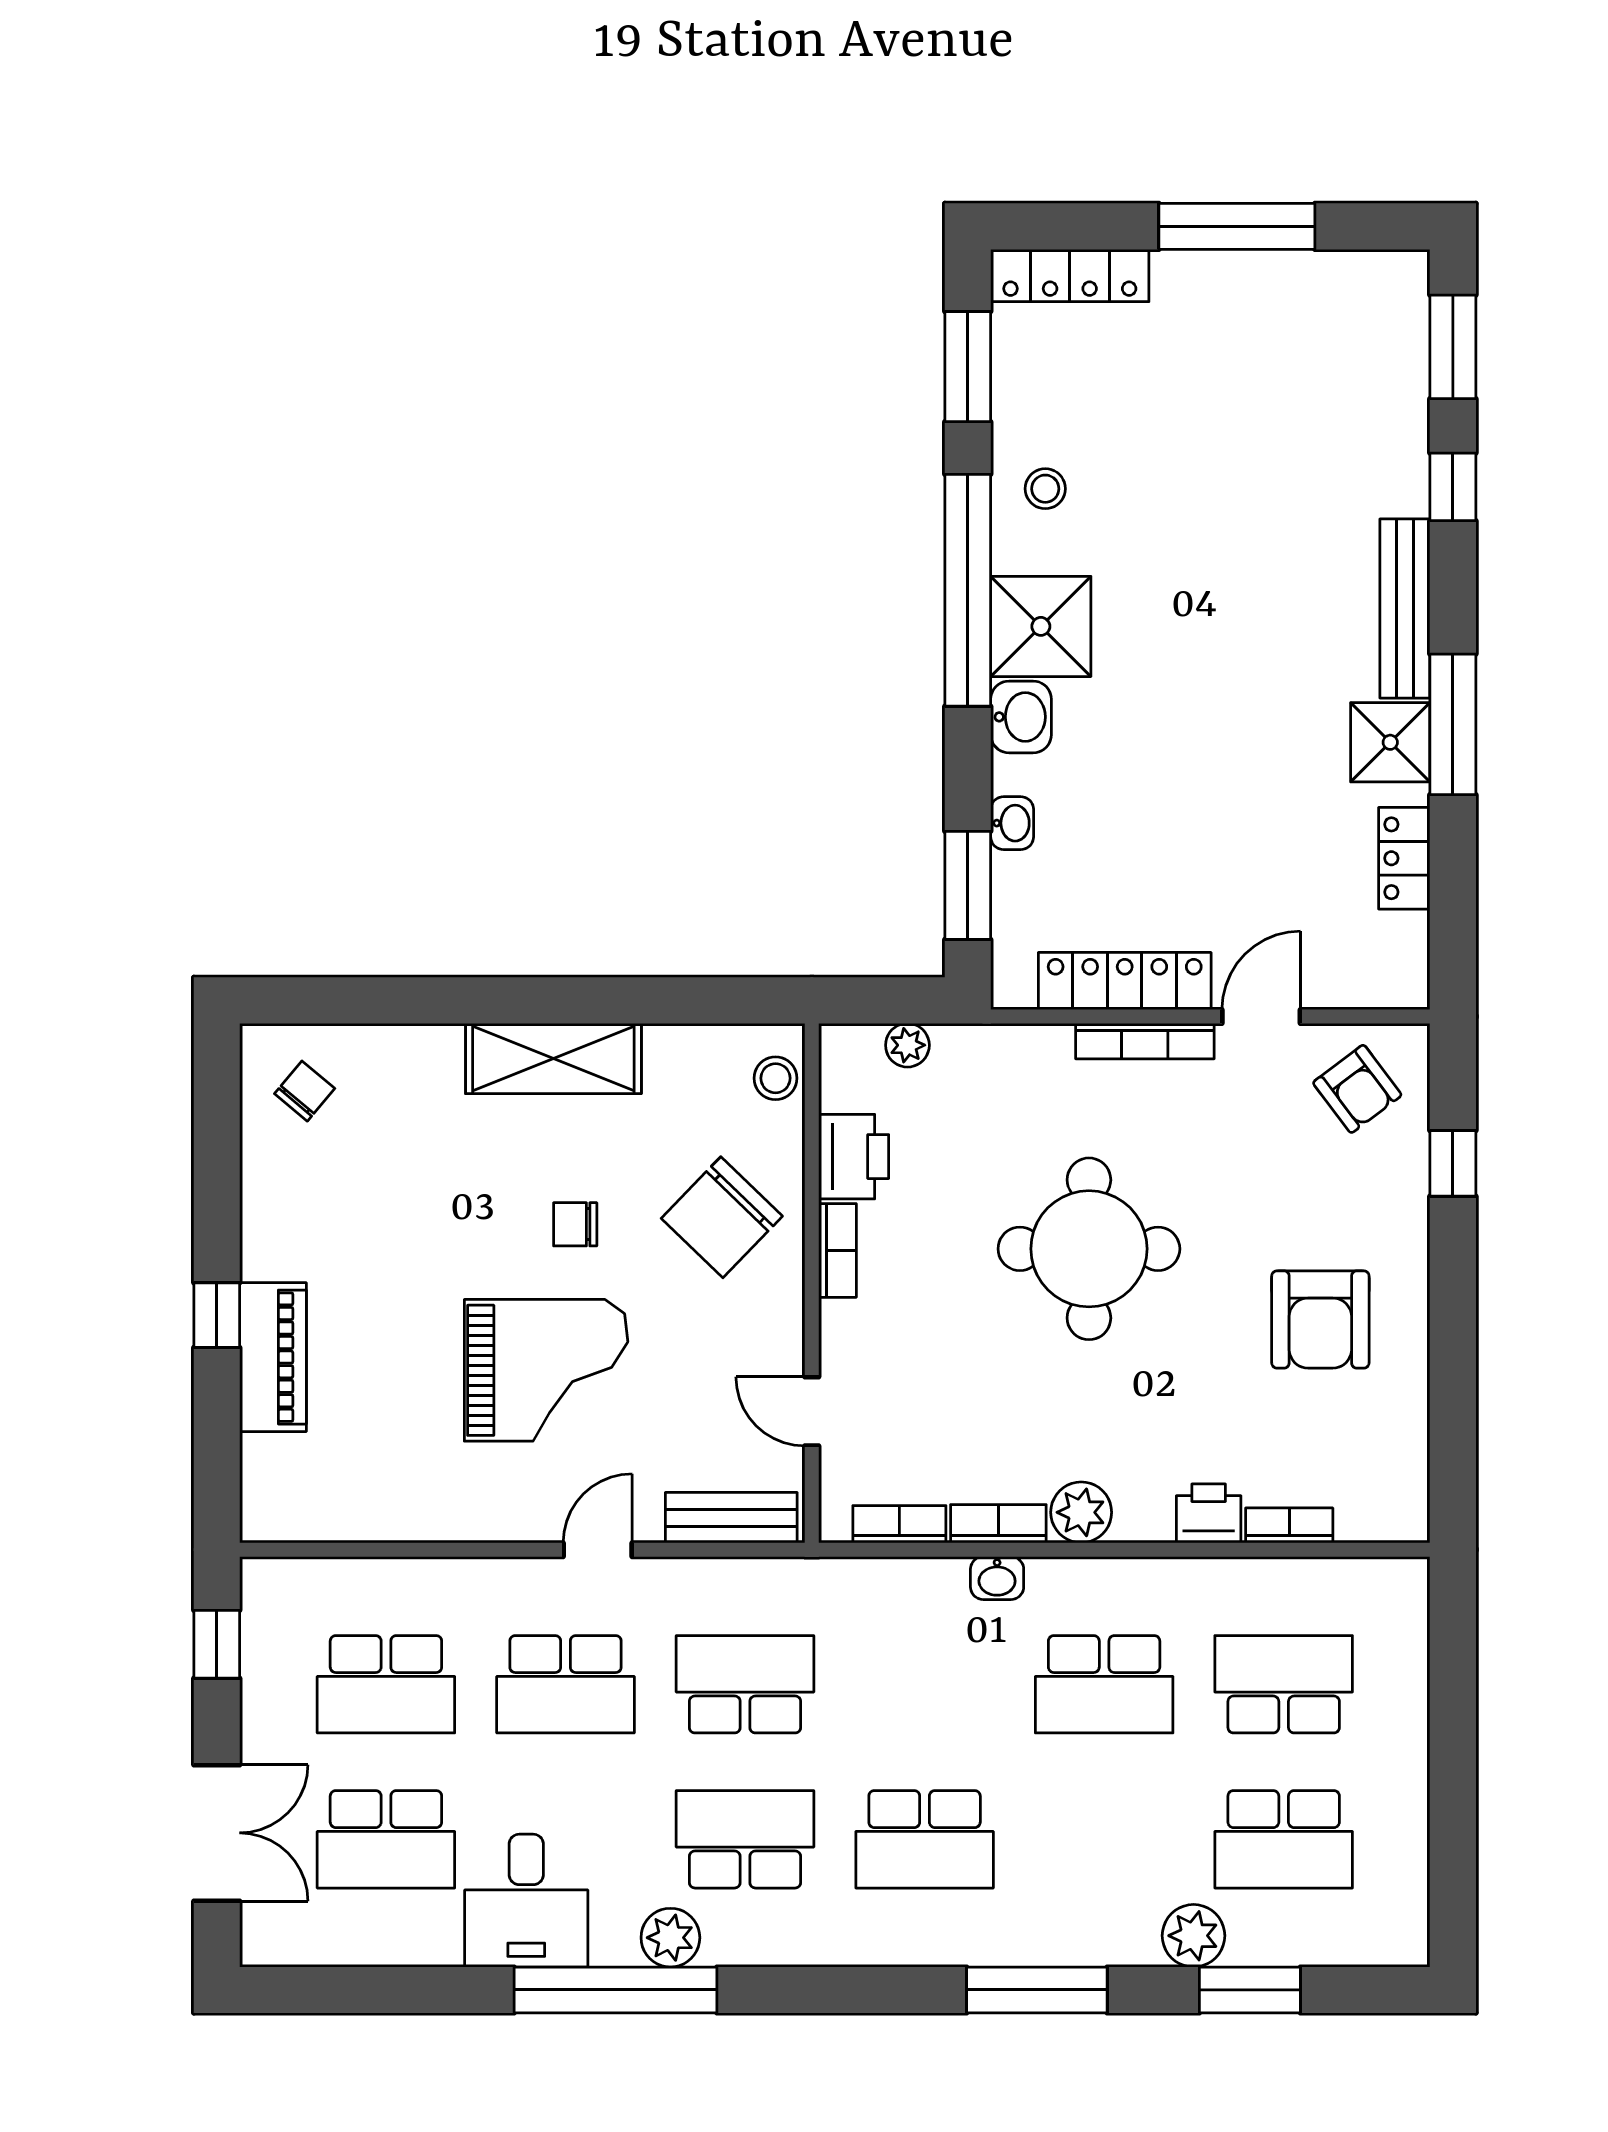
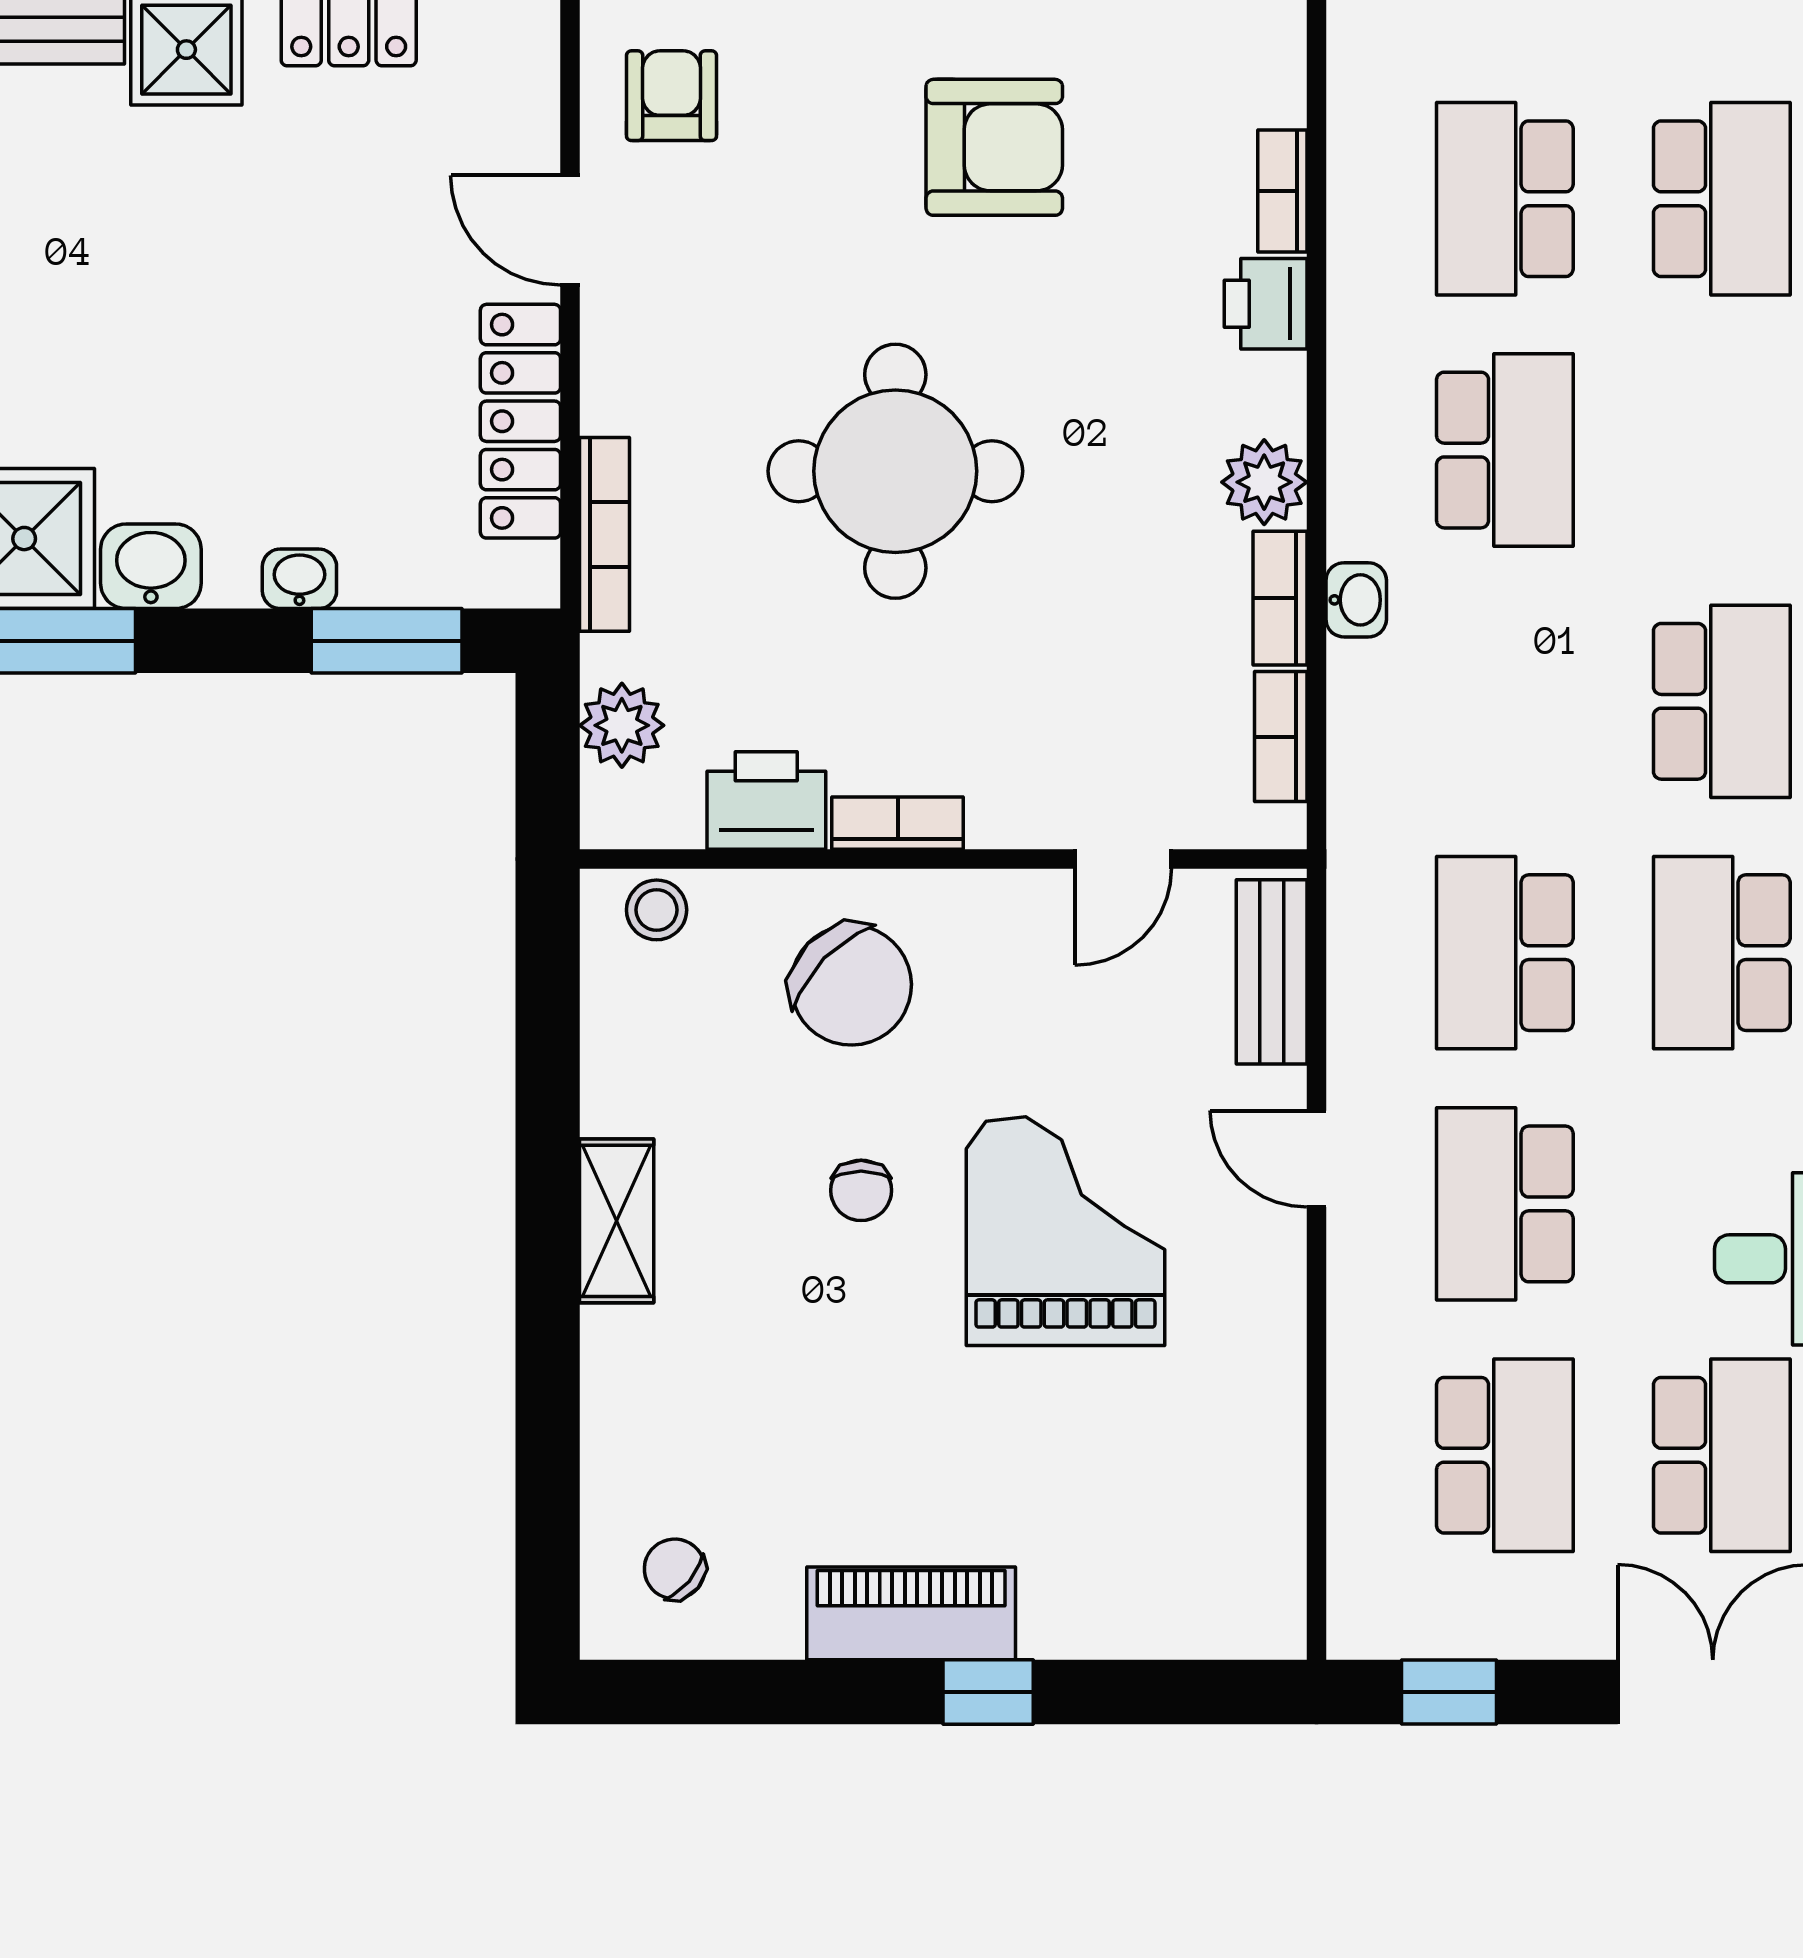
bookcase: (1145, 1041) -> (605, 534), moved
plant: (907, 1045) -> (622, 725), width x1.38, depth x1.38
shelving: (553, 1058) -> (617, 1221), width x0.67, depth x0.75
armchair: (1357, 1089) -> (672, 96), turned -53
piano: (273, 1357) -> (911, 1613), moved
school desk: (565, 1684) -> (1505, 1204), turned 180

